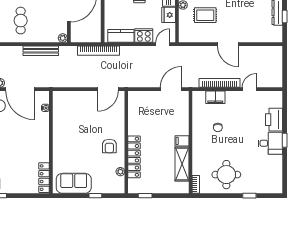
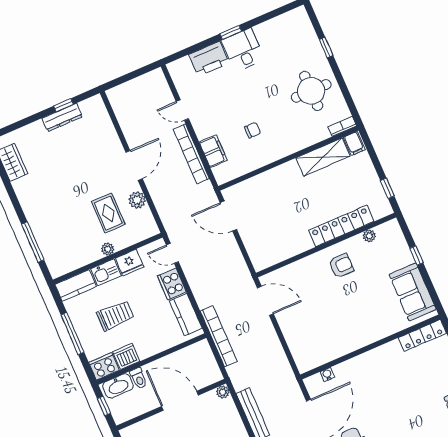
plant: (205, 37) -> (137, 200), added
filing cabinet: (182, 141) -> (354, 144), moved

